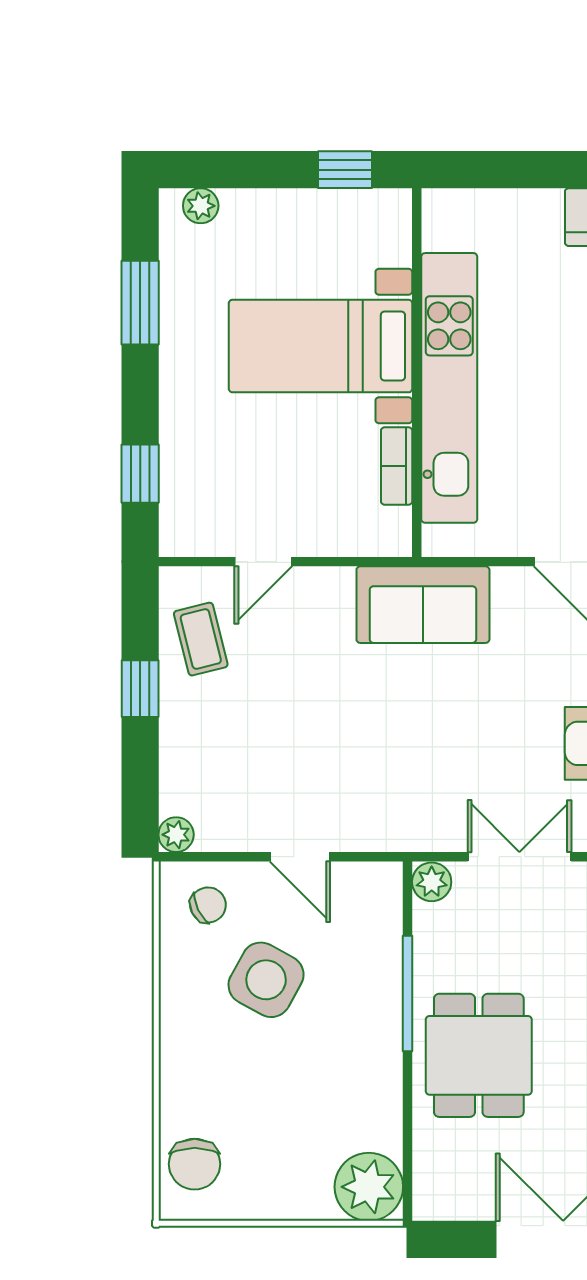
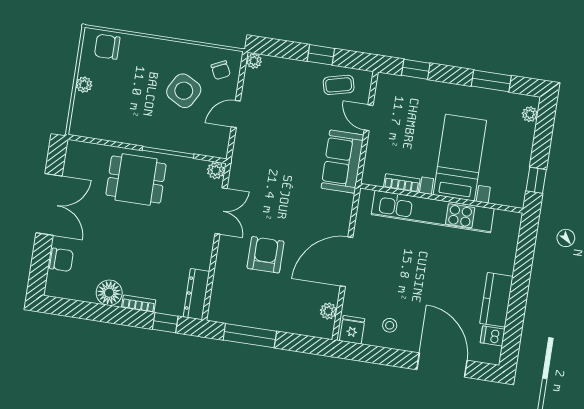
sofa: (423, 605) -> (342, 162), moved
plant: (369, 1187) -> (84, 85), moved, width x0.53, depth x0.53

